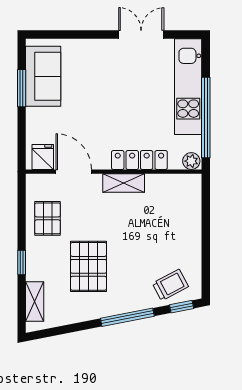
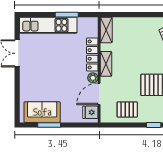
window: (206, 117) -> (67, 15), width x0.47
plant: (191, 161) -> (93, 78), moved
shelving: (180, 183) -> (106, 30), added

